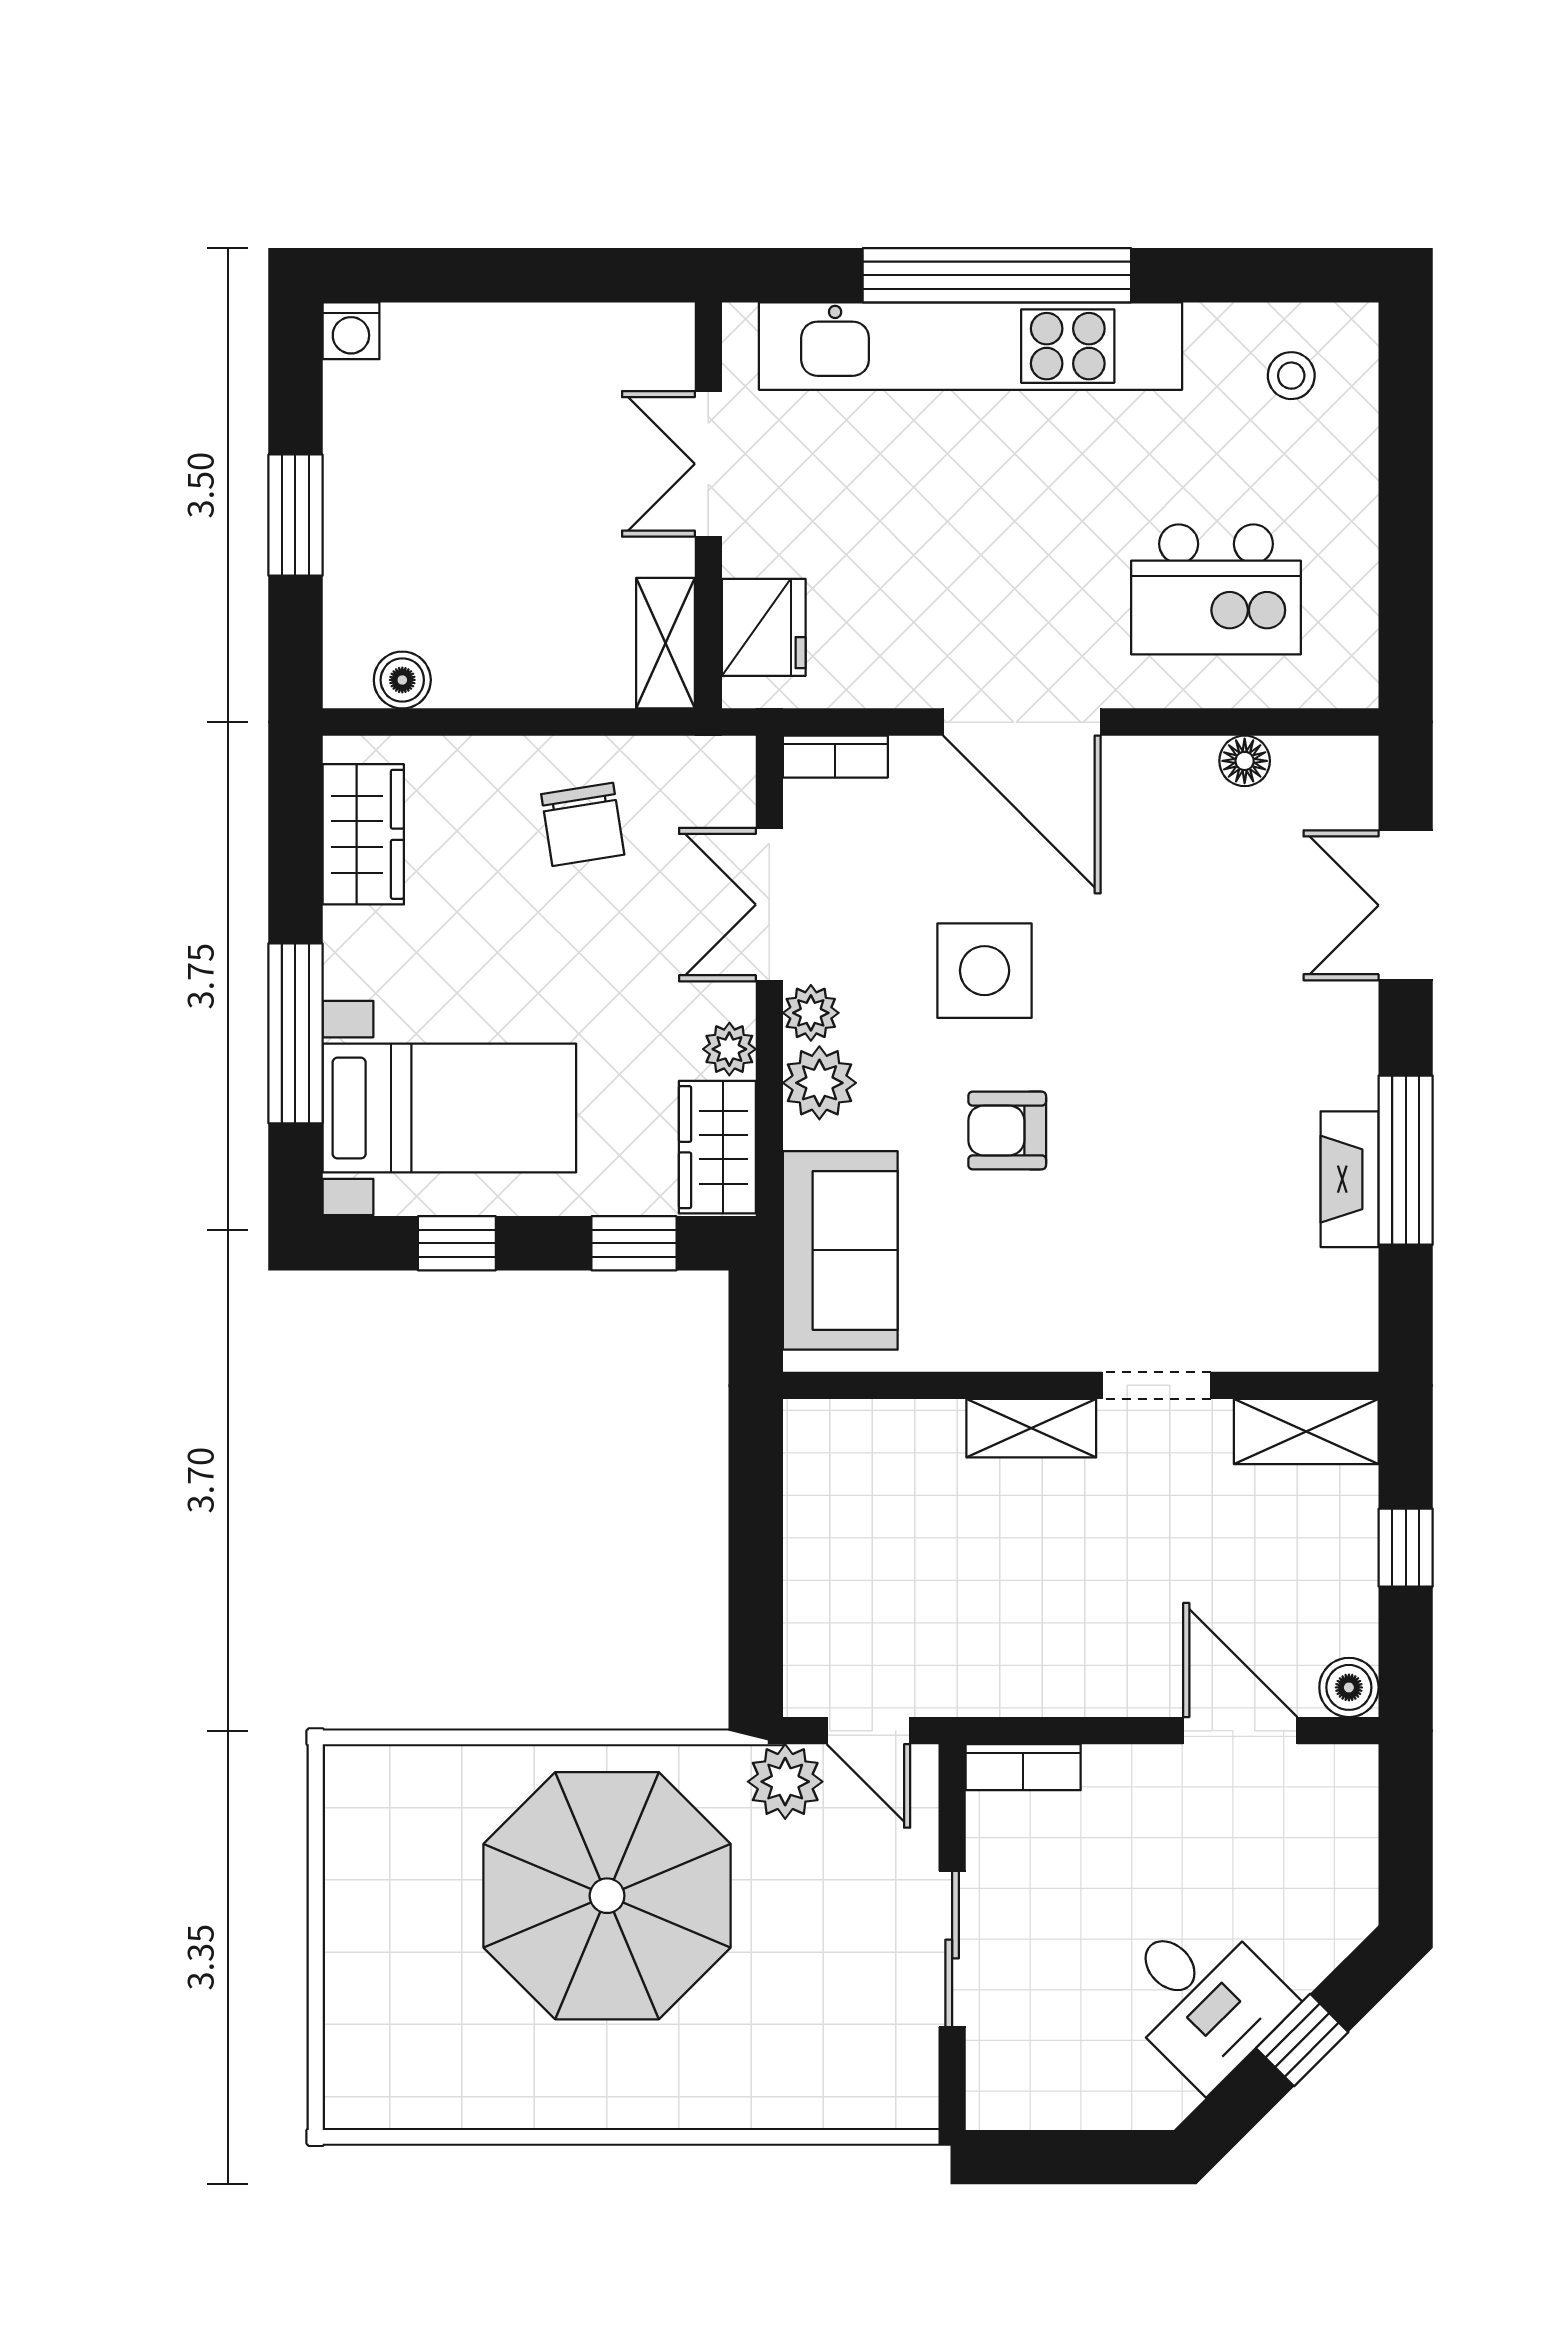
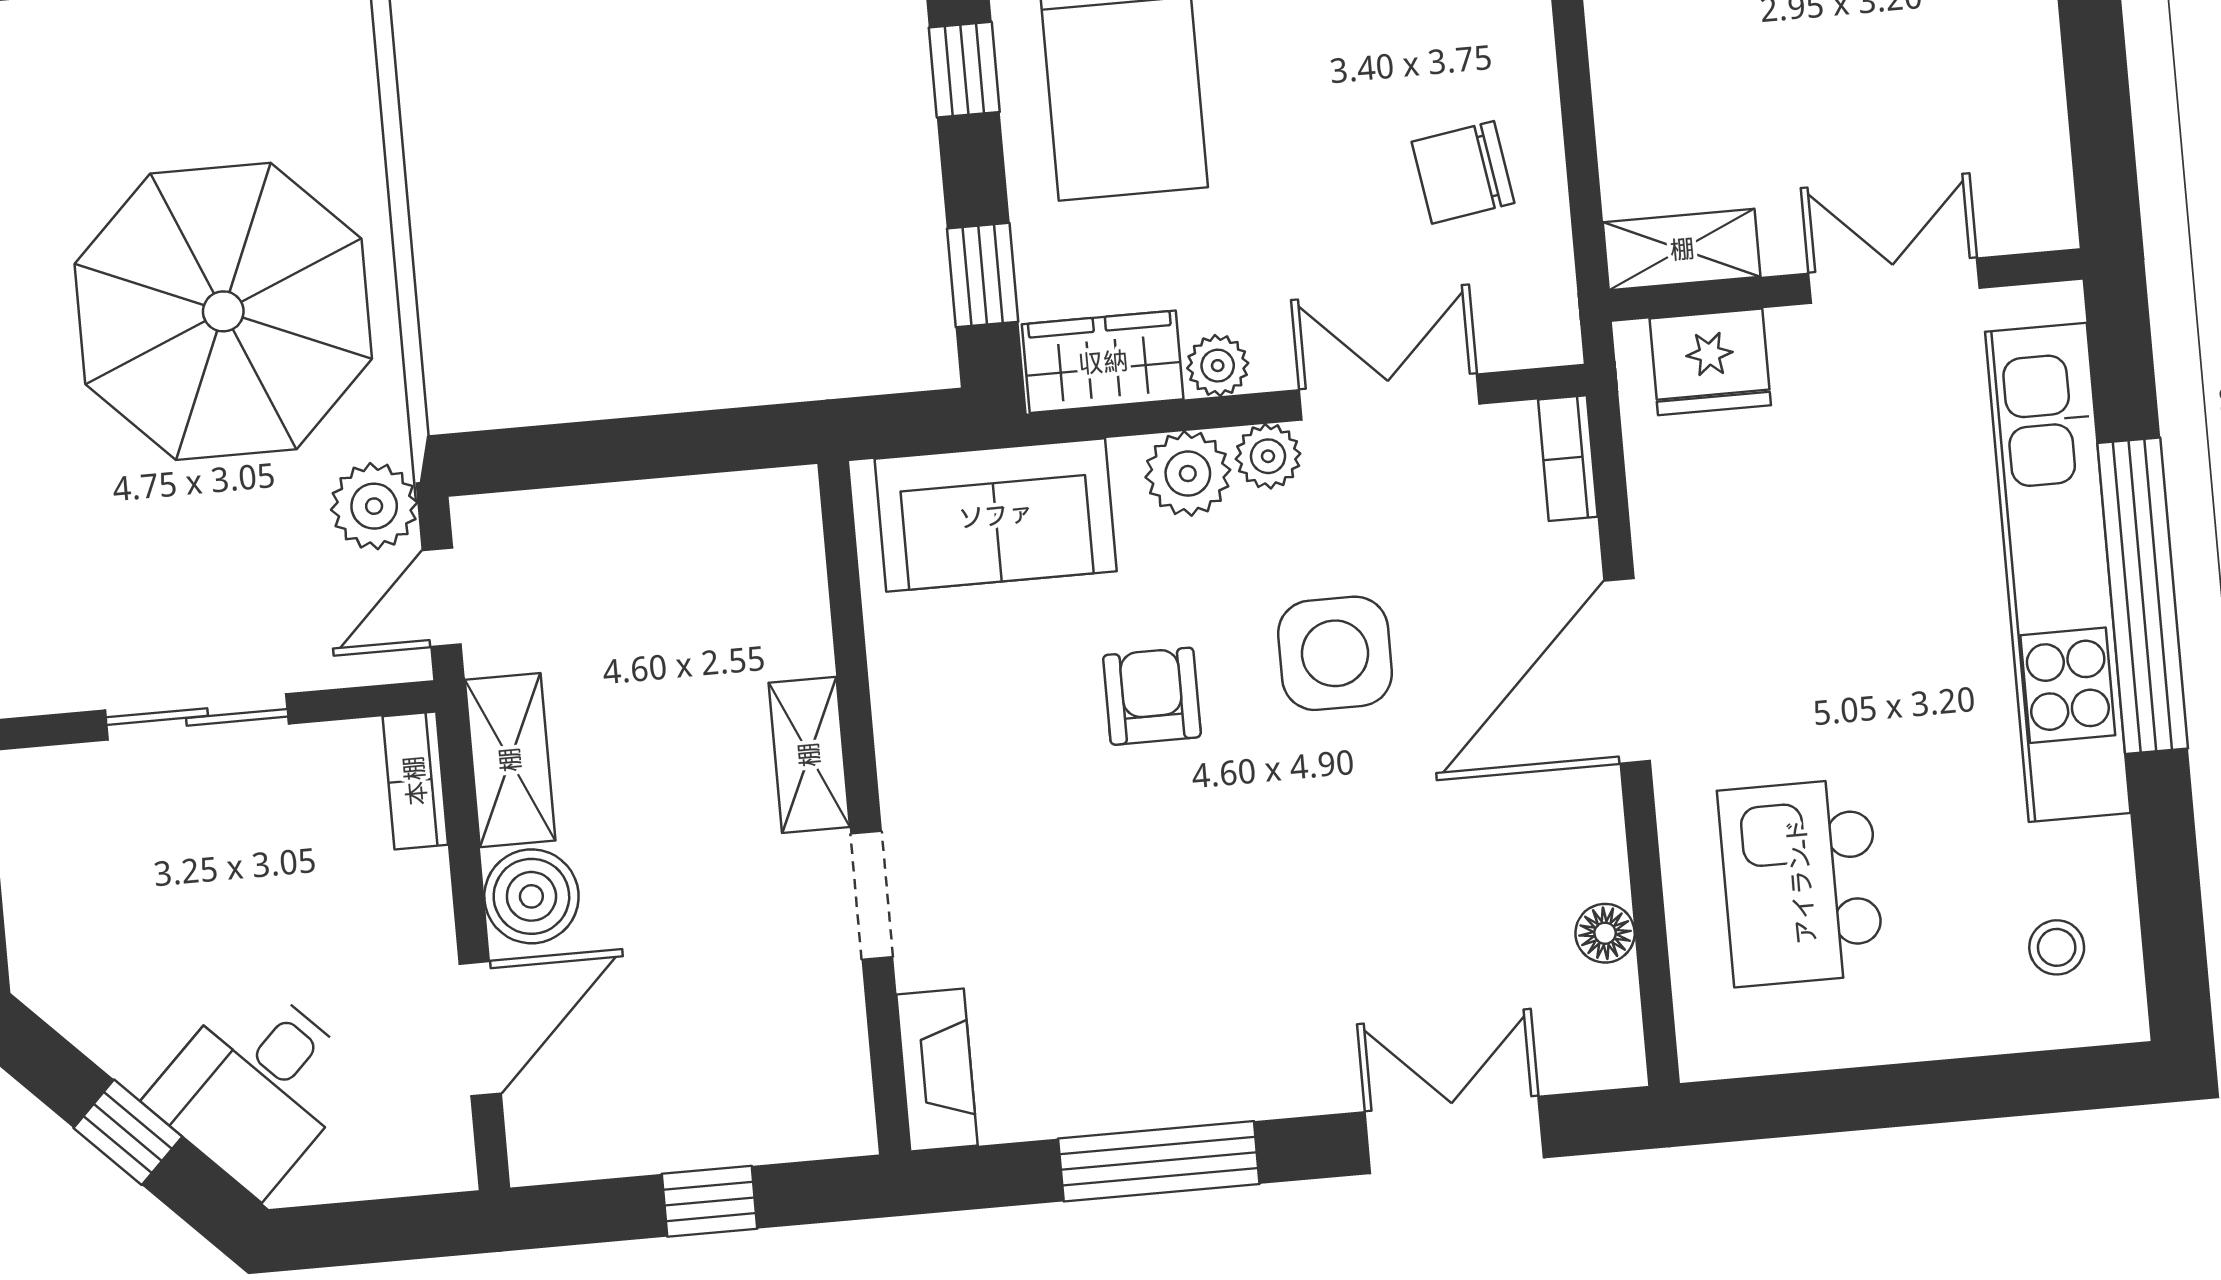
fireplace: (1350, 1179) -> (937, 1070), moved, turned 90
shelving: (1306, 1432) -> (510, 760), moved
boiler: (1349, 1687) -> (531, 896), moved, width x1.36, depth x1.36
desk: (1202, 1998) -> (256, 1087), moved

